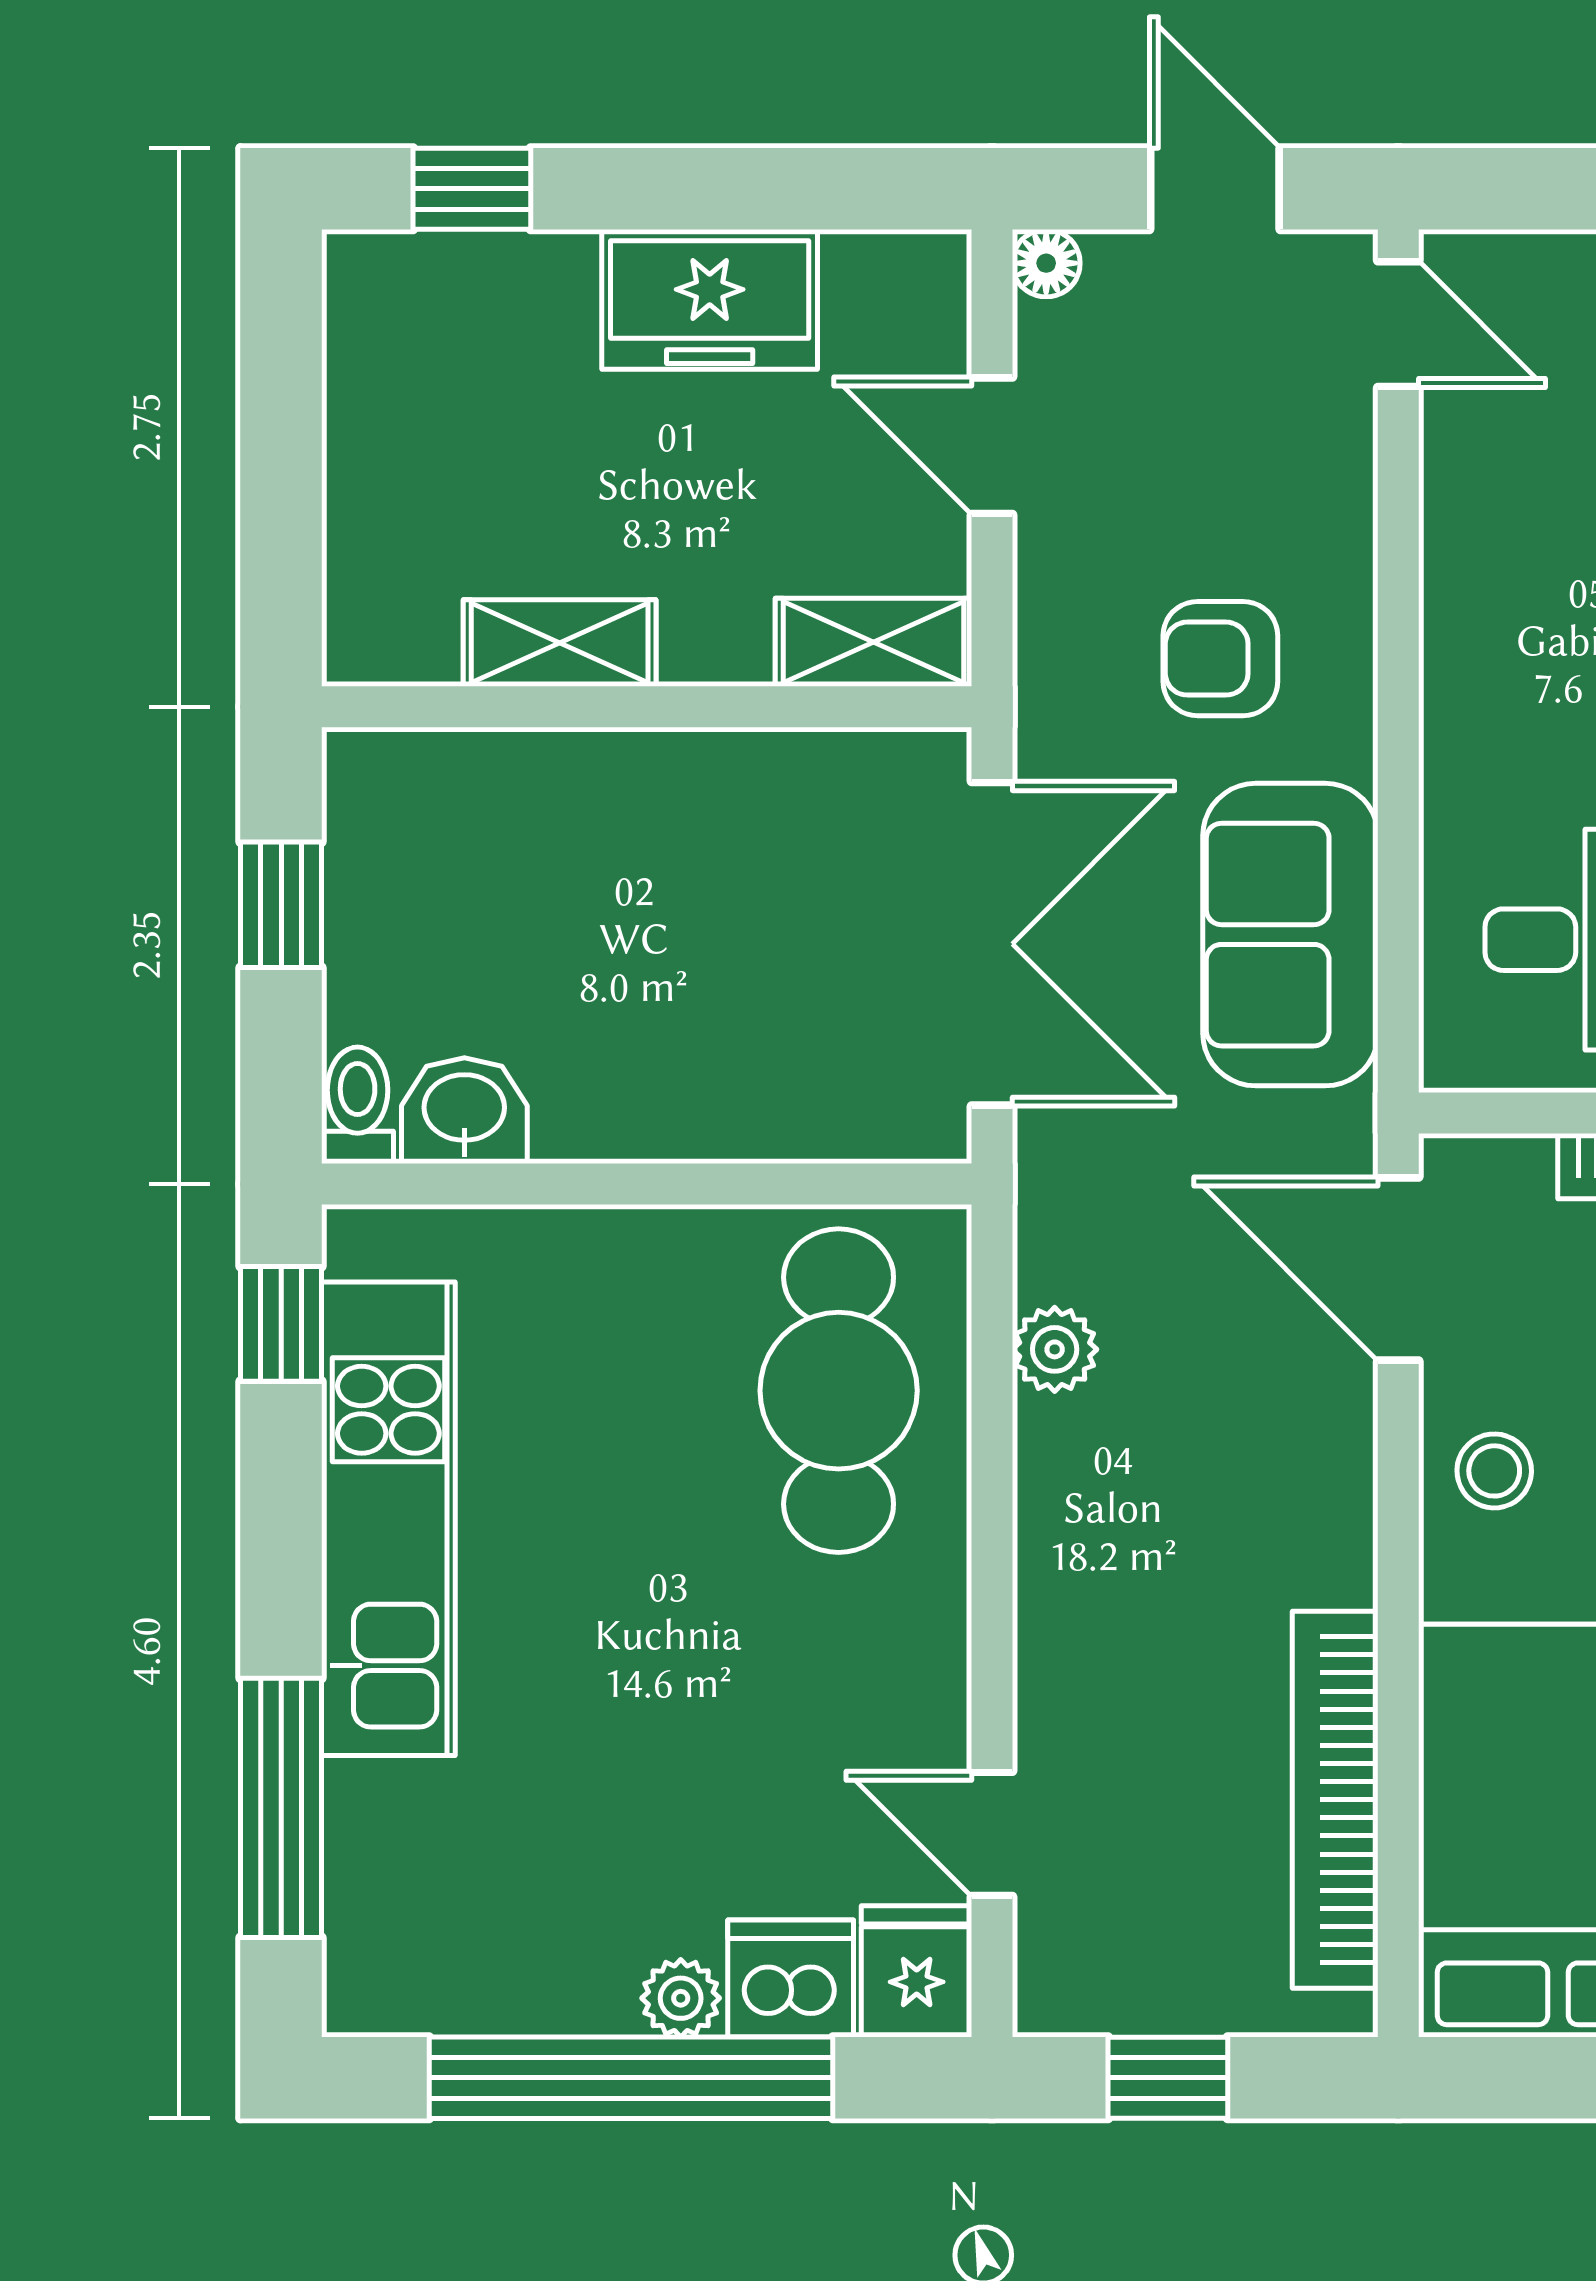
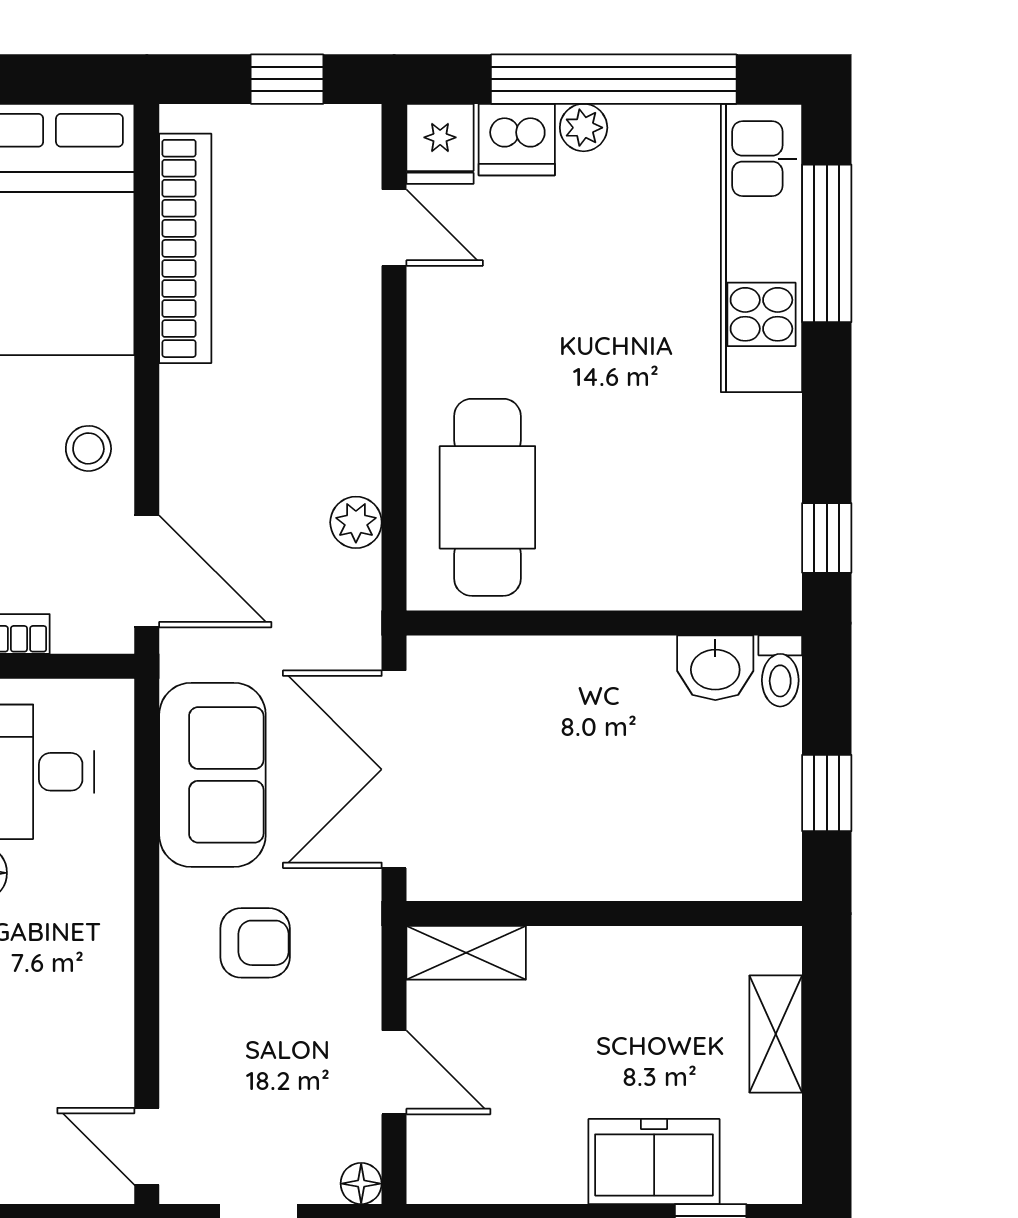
freezer: (710, 299) -> (654, 1162), moved
shelving: (560, 643) -> (776, 1034), moved, turned 90
kitchen unit: (388, 1519) -> (761, 248), moved

